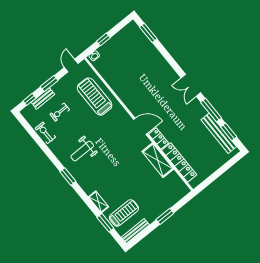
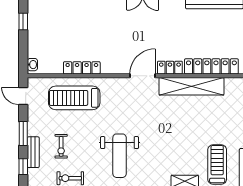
window: (103, 39) -> (23, 21), moved
locker: (116, 87) -> (82, 68), added
weight bench: (82, 151) -> (120, 156), width x1.36, depth x1.33
shelving: (158, 160) -> (191, 86), width x1.47

